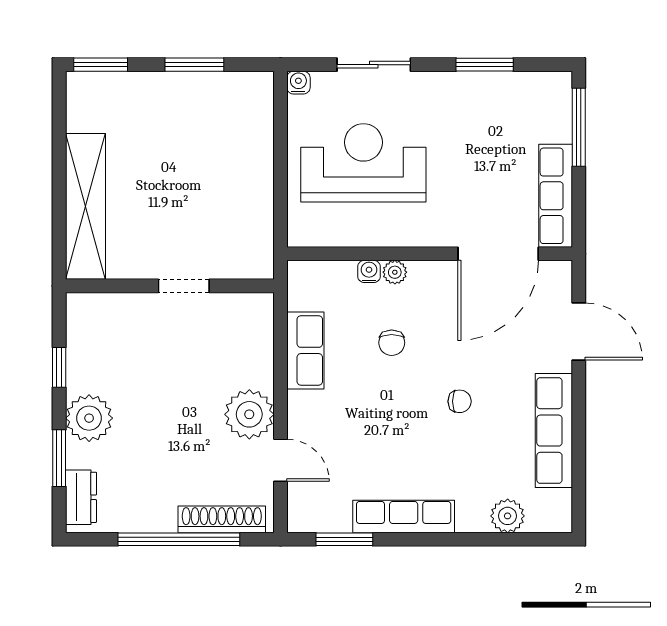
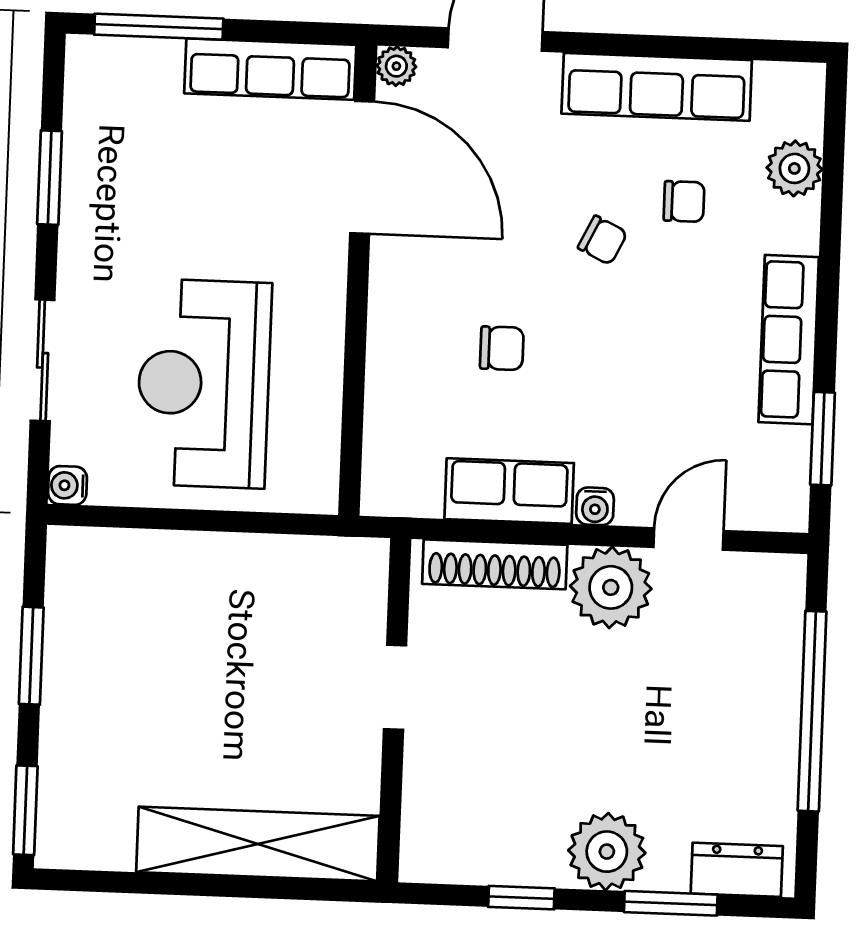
water cooler: (369, 271) -> (595, 506), moved, turned -90
plant: (395, 272) -> (396, 66), moved
chair: (460, 401) -> (603, 240), turned 116
chair: (485, 450) -> (684, 201), added
shoe rack: (222, 519) -> (495, 564), moved, turned -90

